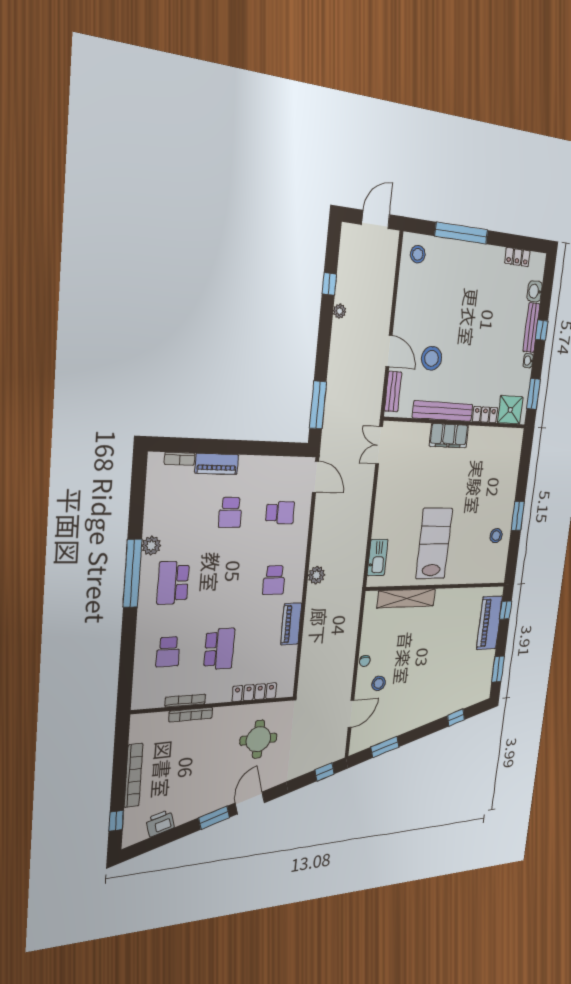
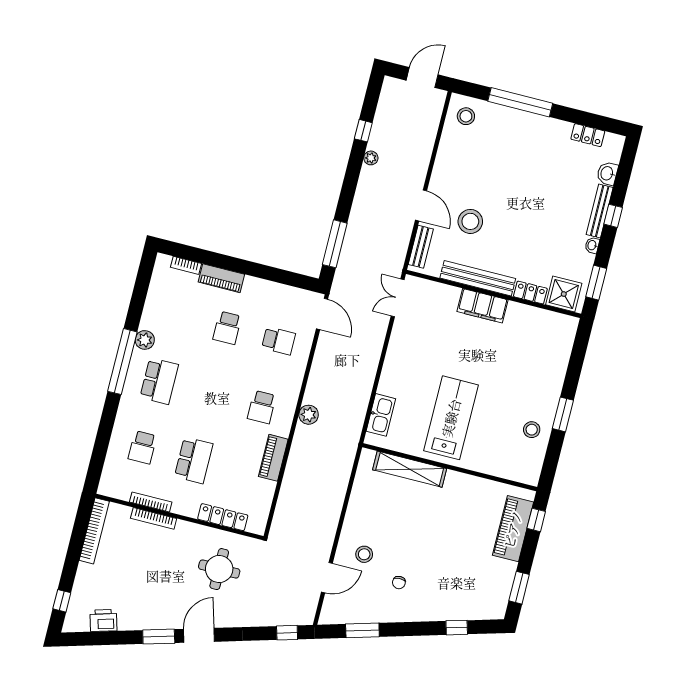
school desk: (173, 583) -> (159, 381), turned 180
chair: (365, 661) -> (399, 583), moved
bookcase: (133, 775) -> (94, 531), moved

